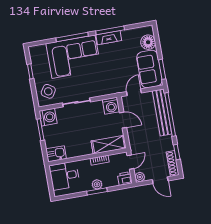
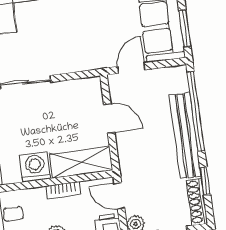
washing machine: (111, 106) -> (35, 167), moved, turned 180
bench: (162, 112) -> (185, 136), moved
door: (130, 162) -> (120, 196), swing flipped

